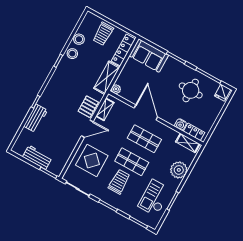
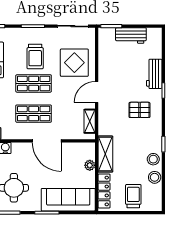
sofa: (149, 56) -> (68, 200), width x1.36
plant: (116, 89) -> (90, 165), moved
pallet: (88, 107) -> (139, 110), moved, turned 90

